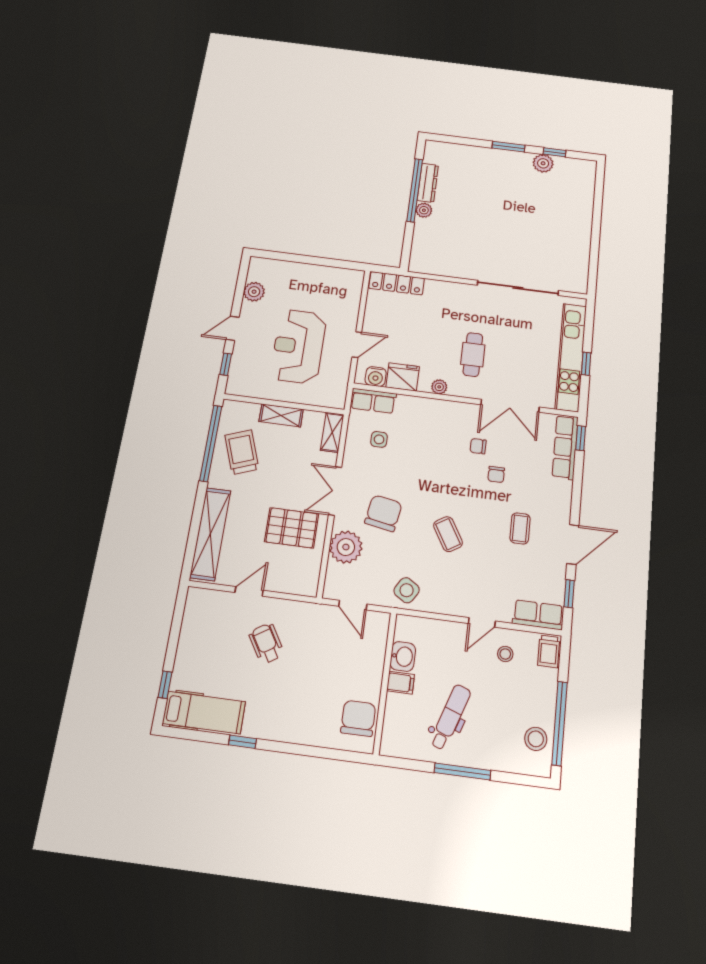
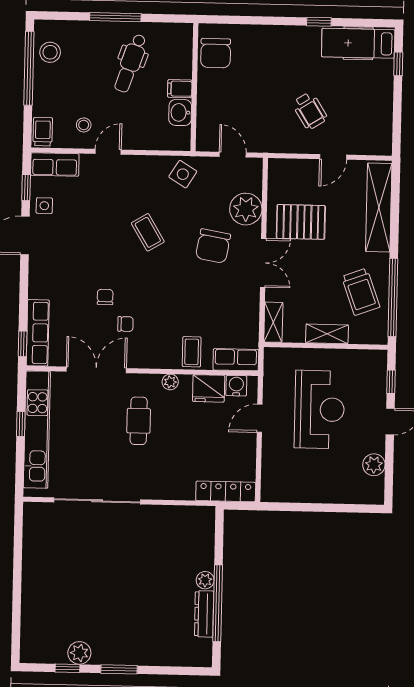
side table: (379, 439) -> (44, 206), moved
coffee table: (520, 528) -> (192, 352), moved

